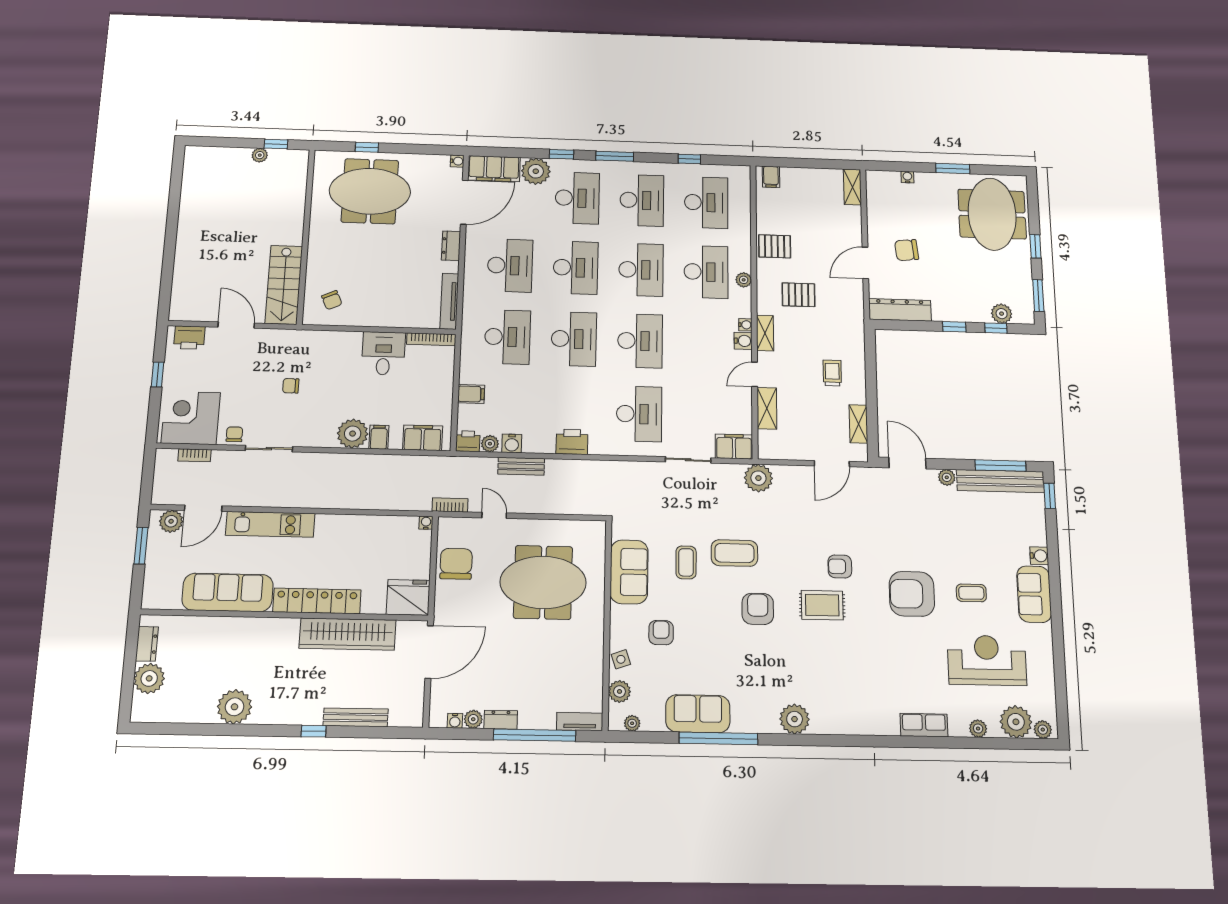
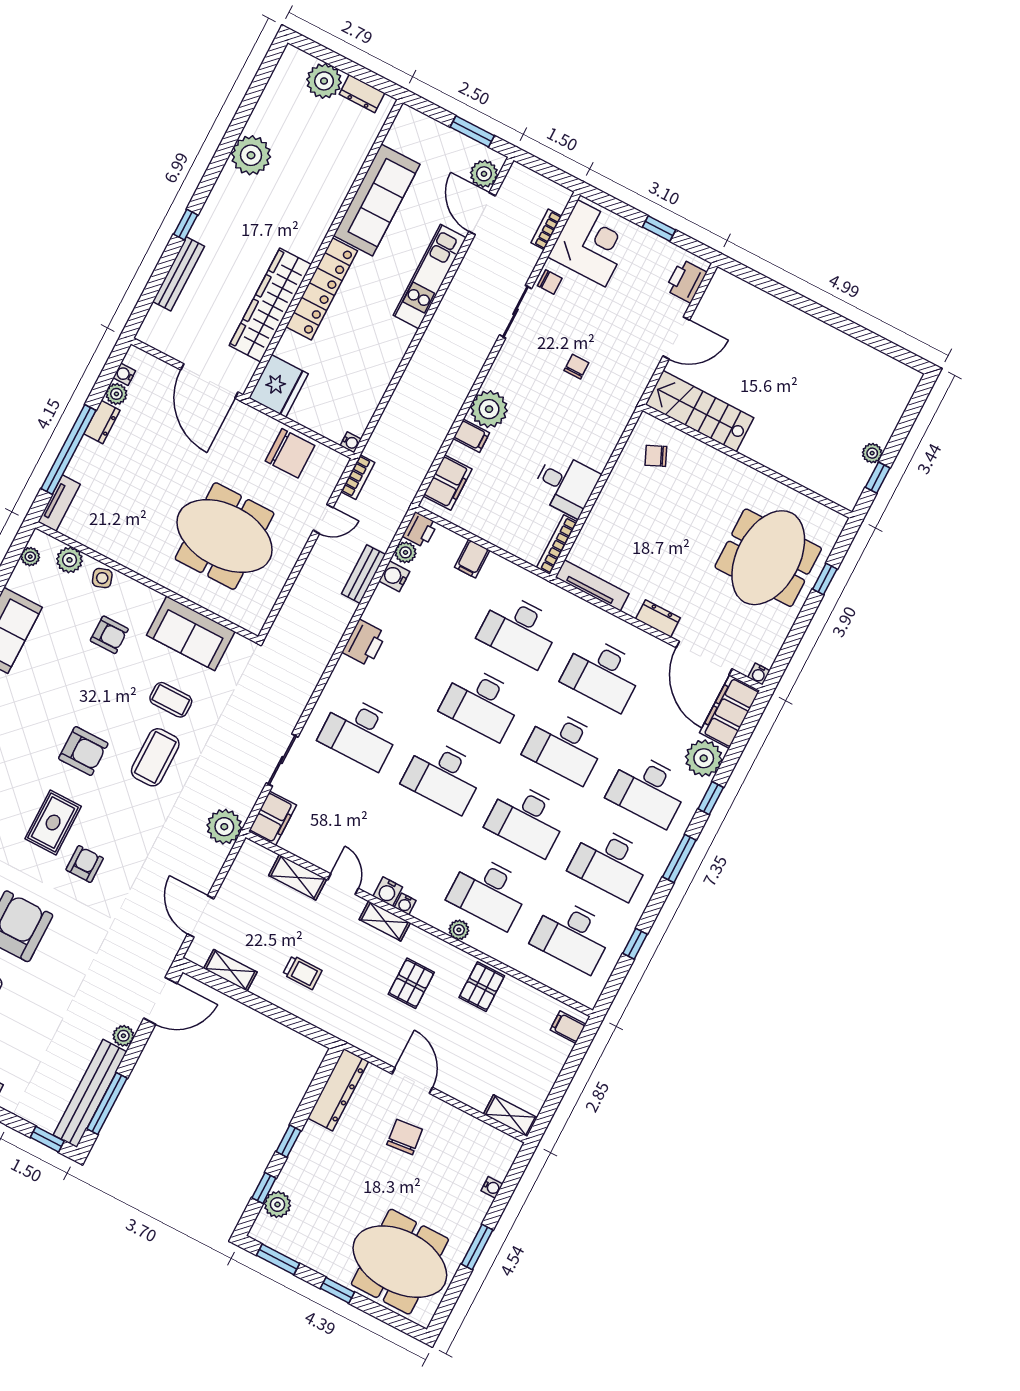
meeting table: (543, 582) -> (225, 536), turned 90

